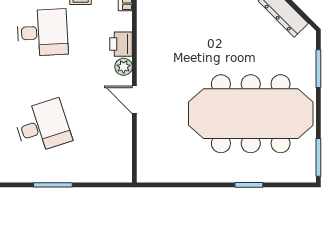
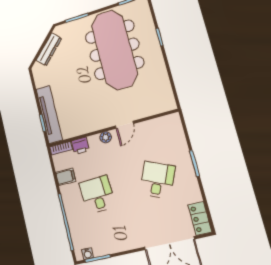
printer: (121, 44) -> (80, 146), moved
desk: (42, 126) -> (157, 180), turned 42

